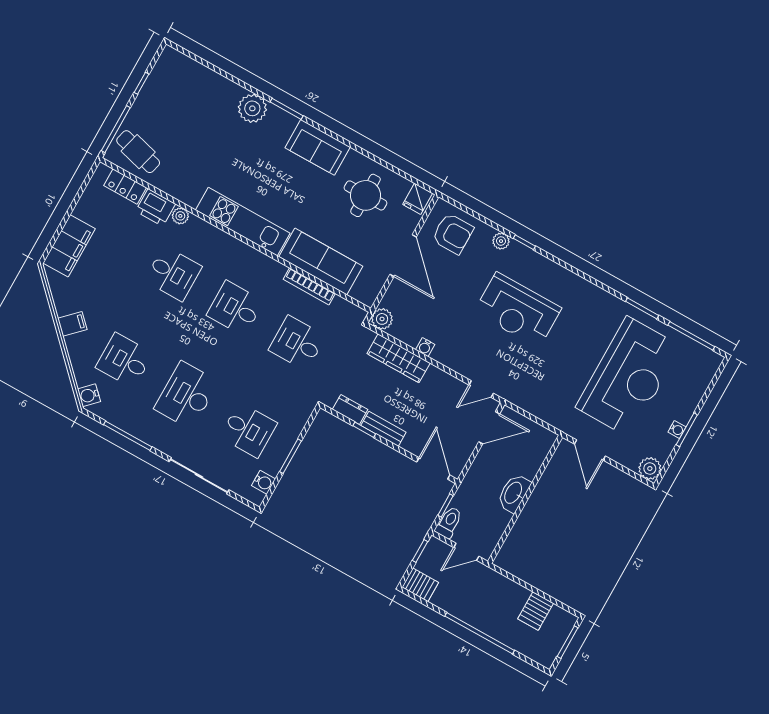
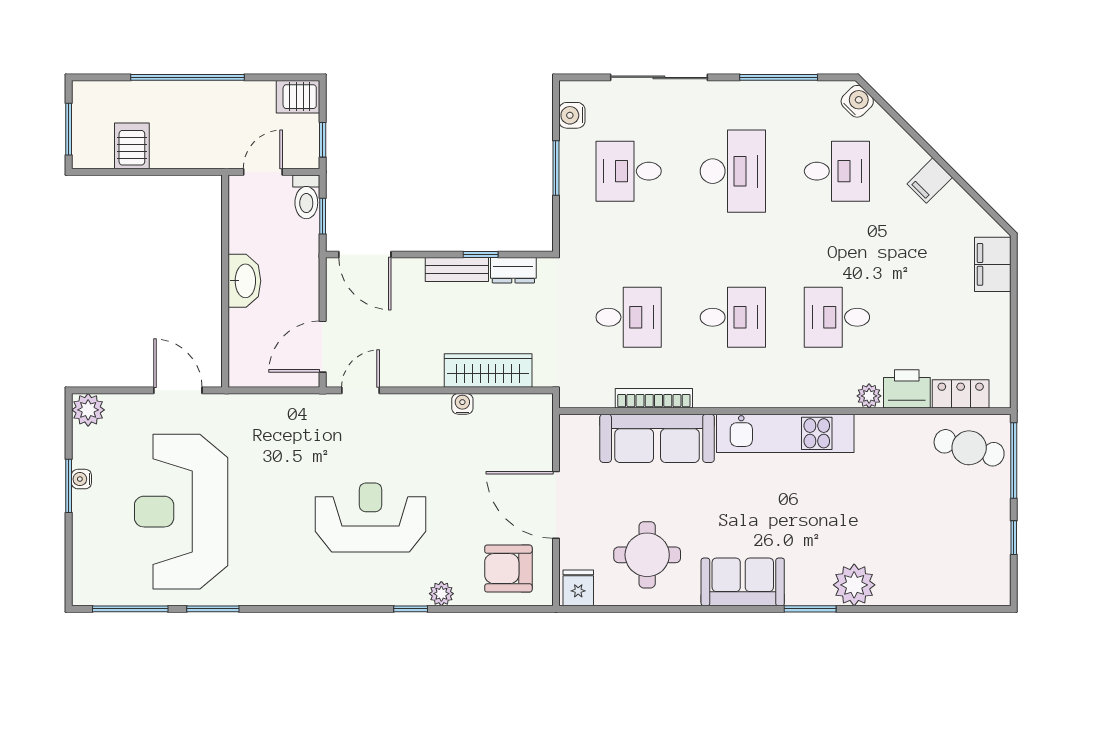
filing cabinet: (69, 246) -> (993, 264), width x0.67, depth x0.86
plant: (382, 319) -> (537, 409), removed

